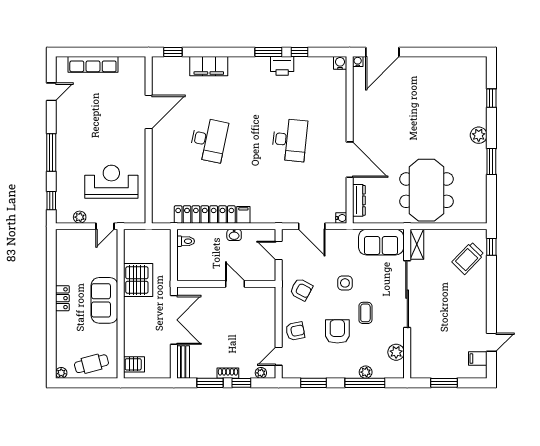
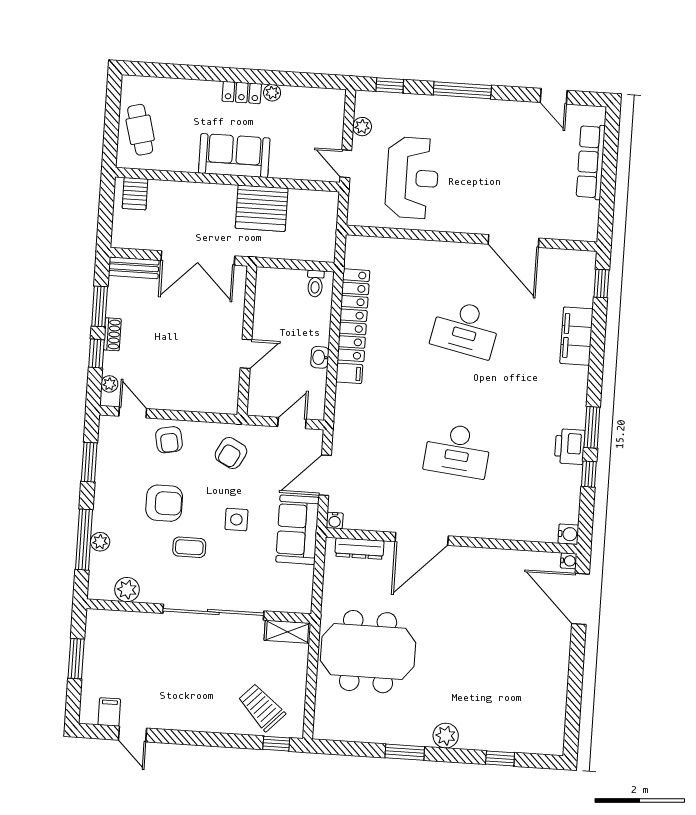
sofa: (381, 242) -> (297, 530), moved
plant: (61, 373) -> (272, 93), moved

